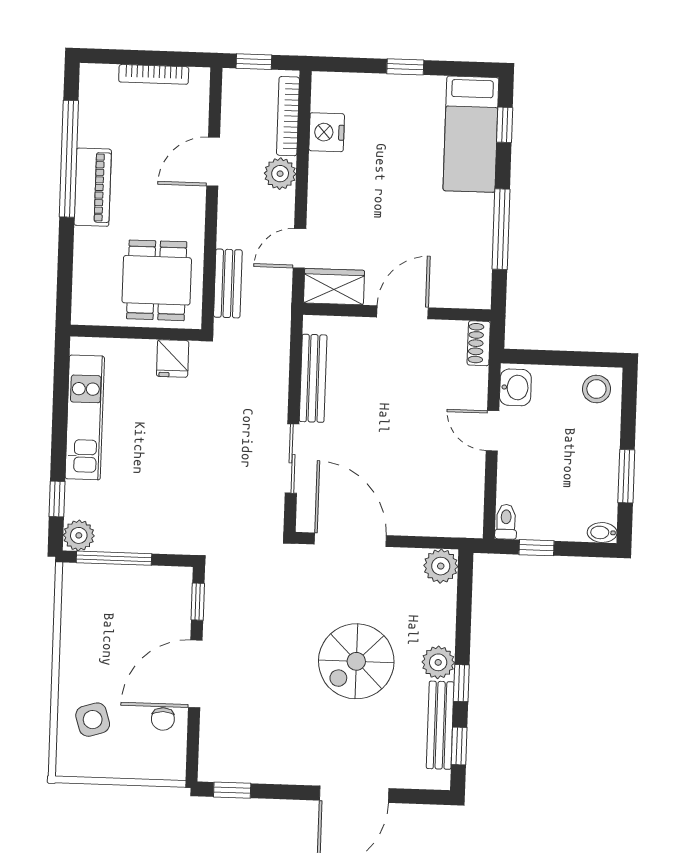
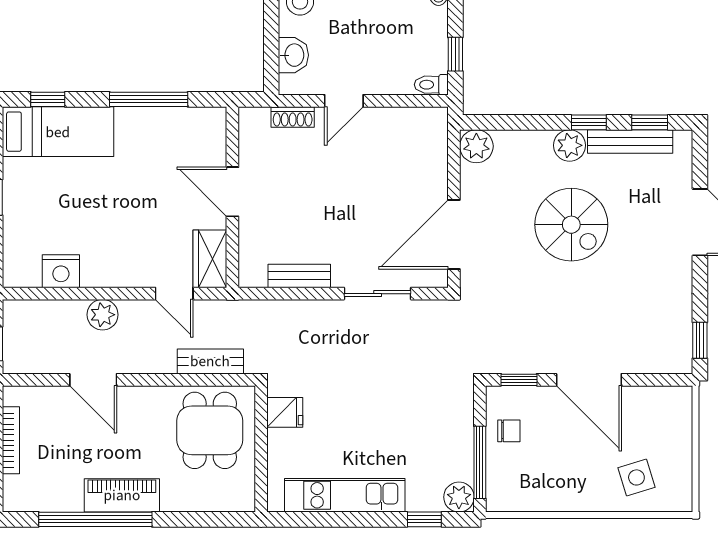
bookcase: (288, 116) -> (47, 309), removed
dining table: (157, 280) -> (210, 430), turned 90
shoe rack: (479, 343) -> (293, 117), moved
bench: (313, 378) -> (299, 276), width x0.73
washbasin: (515, 387) -> (293, 55), moved, turned 90
chair: (163, 719) -> (509, 431), moved

